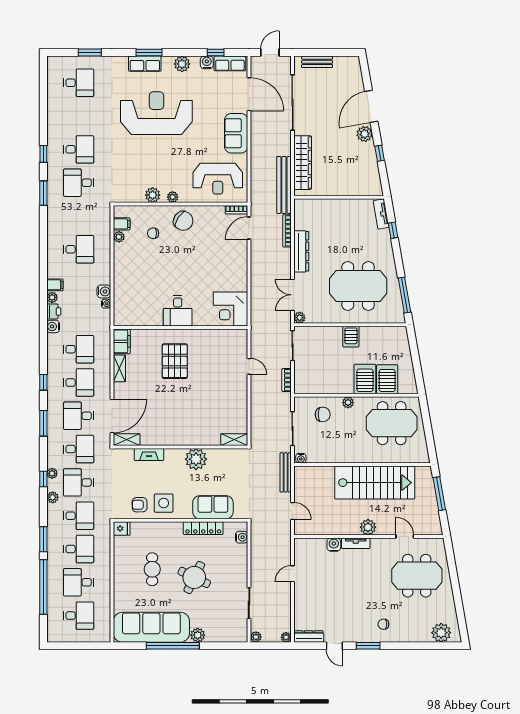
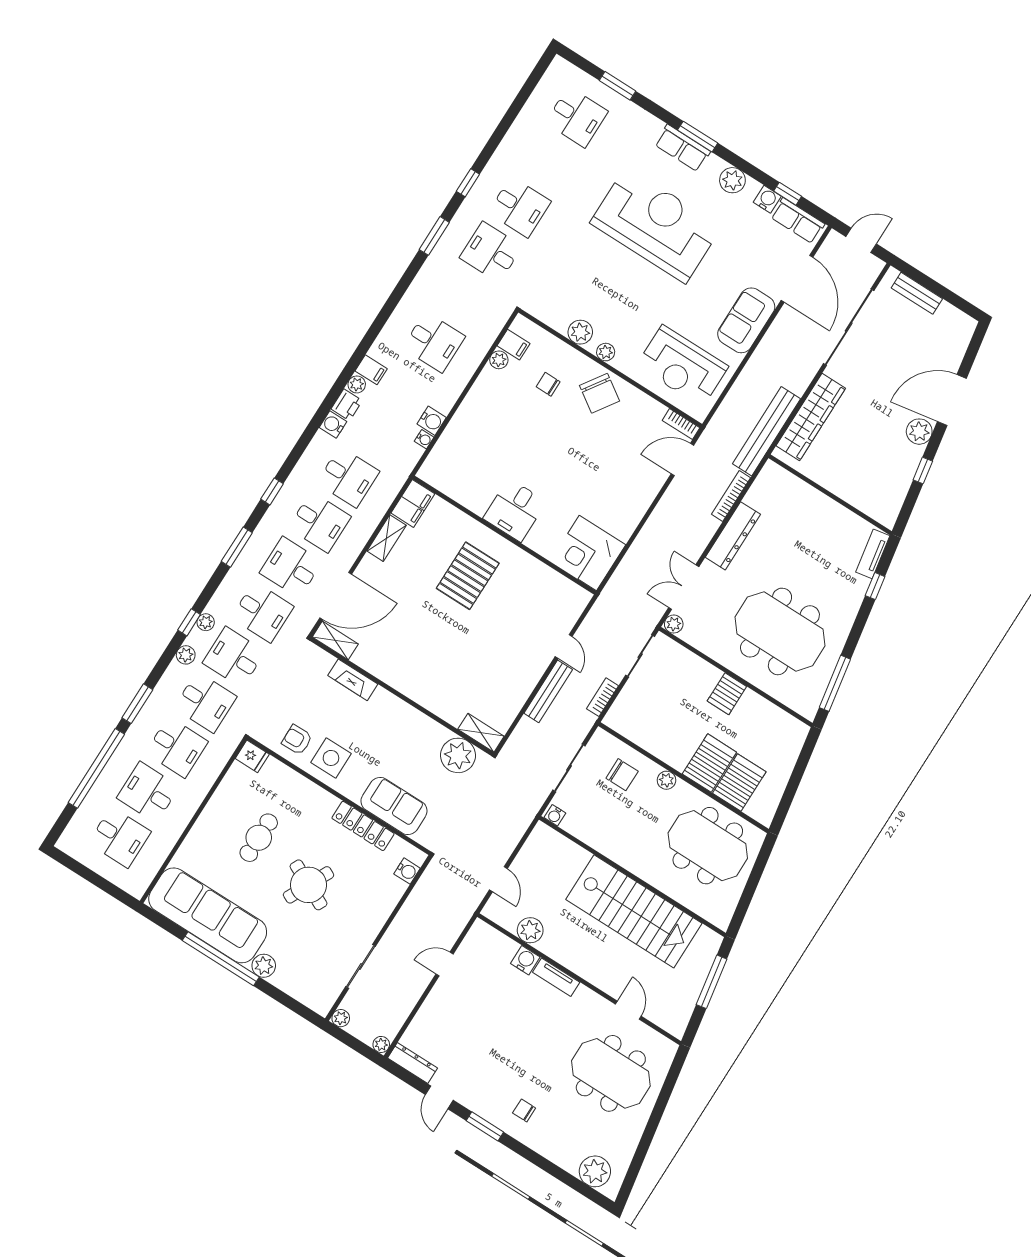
plant: (196, 459) -> (458, 755), moved
bench: (286, 472) -> (548, 691), moved
plant: (368, 527) -> (530, 930), moved

